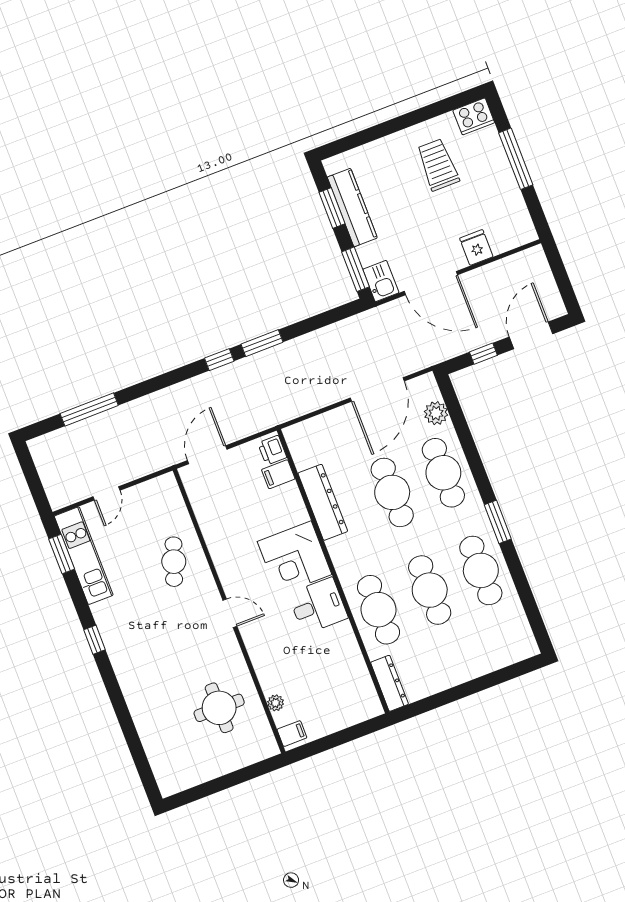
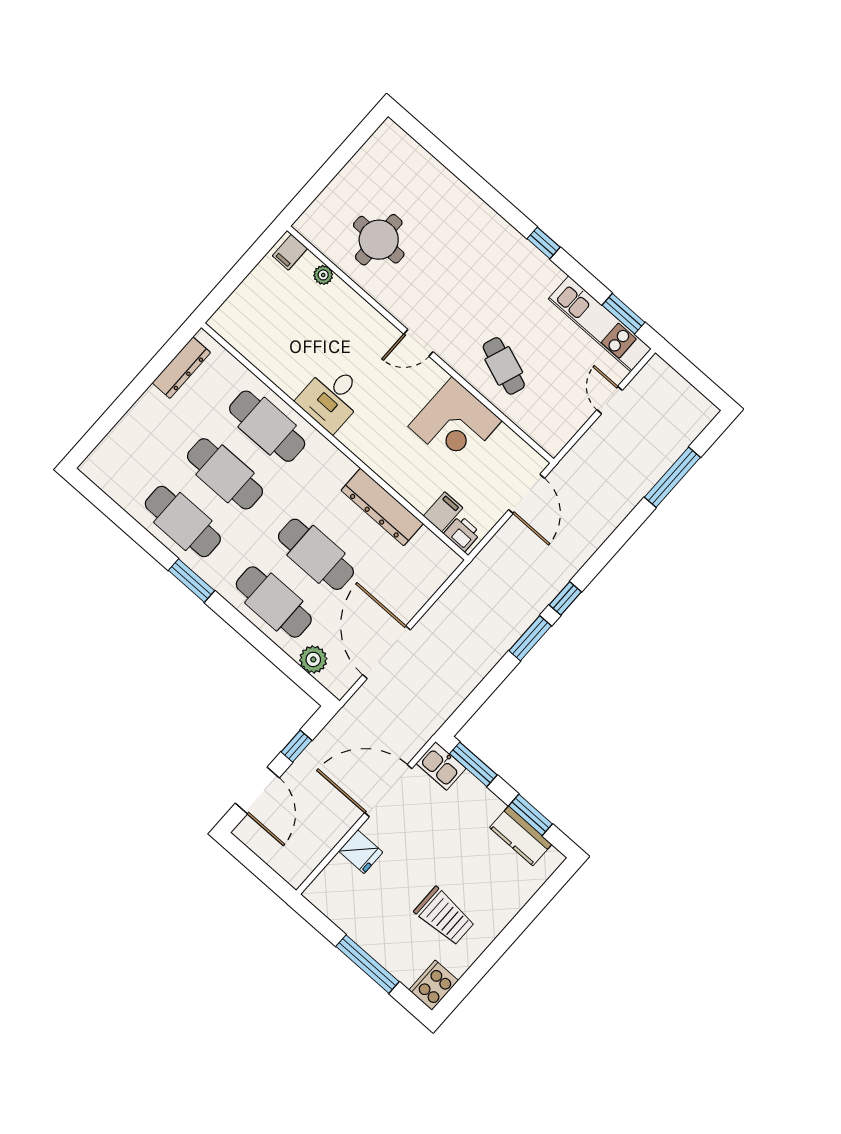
kitchen counter: (352, 207) -> (521, 836), width x0.67
corner desk: (295, 558) -> (455, 424), moved, turned 180
dresser: (389, 683) -> (181, 368), moved, turned -90

